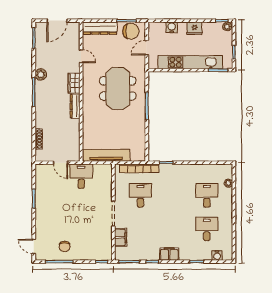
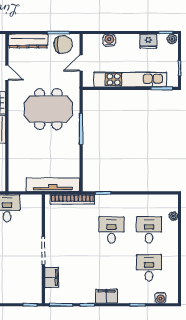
fridge: (195, 28) -> (148, 41), moved
meeting table: (118, 88) -> (48, 109), turned 90
tv unit: (106, 155) -> (53, 185), moved
desk: (140, 195) -> (111, 230), moved

